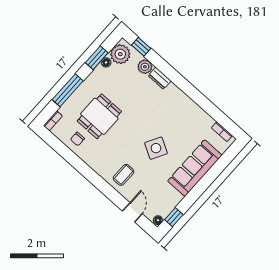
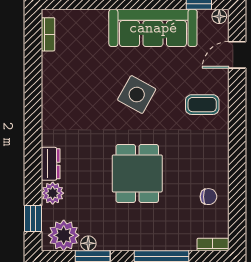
dining table: (99, 116) -> (137, 173), moved, turned 90
sofa: (195, 168) -> (153, 28), moved

